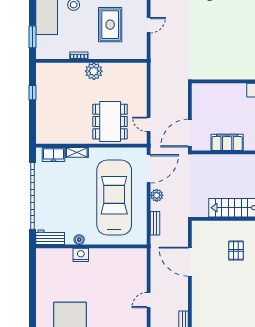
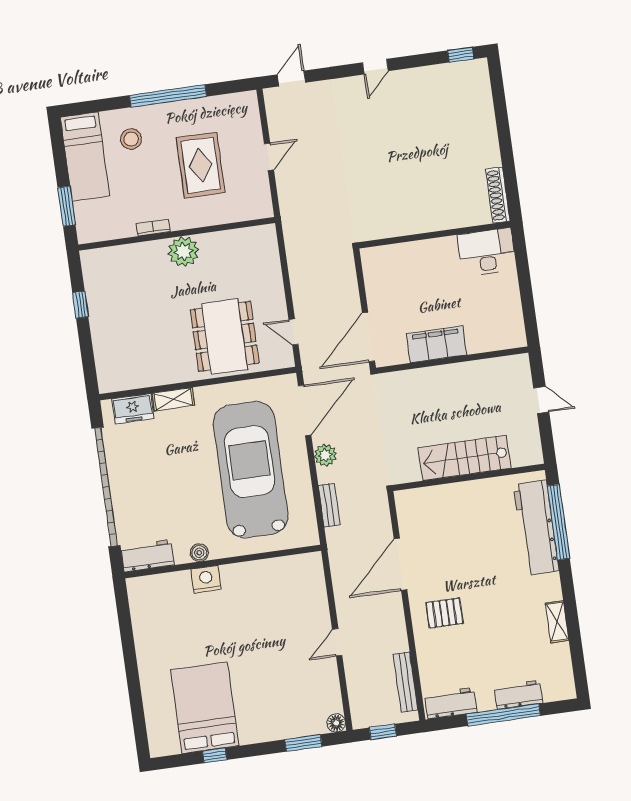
pallet: (236, 250) -> (444, 613), moved, turned 90
door: (190, 262) -> (400, 564), hinge flipped

